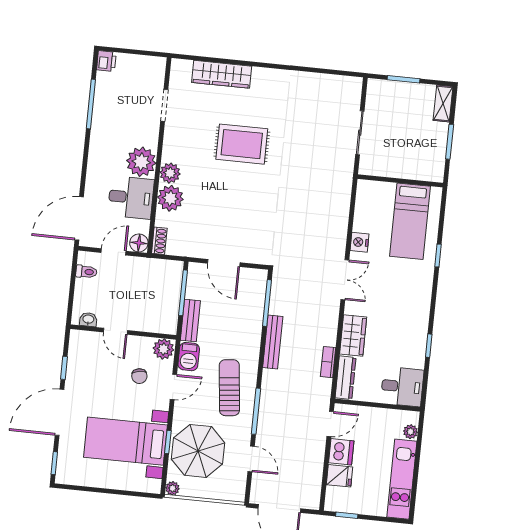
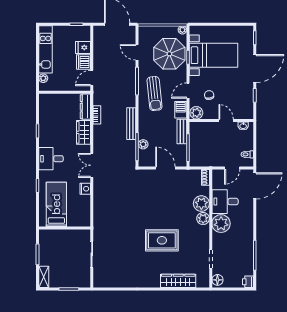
floor lamp: (139, 243) -> (217, 280), moved
plant: (257, 306) -> (143, 144), added
desk: (402, 387) -> (51, 159), moved

